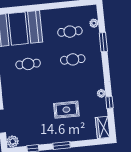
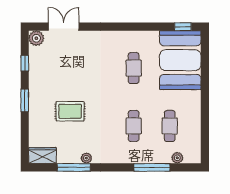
window: (103, 42) -> (152, 167), width x1.44
window: (109, 102) -> (74, 167), width x2.17
rug: (66, 110) -> (70, 111), turned 90

